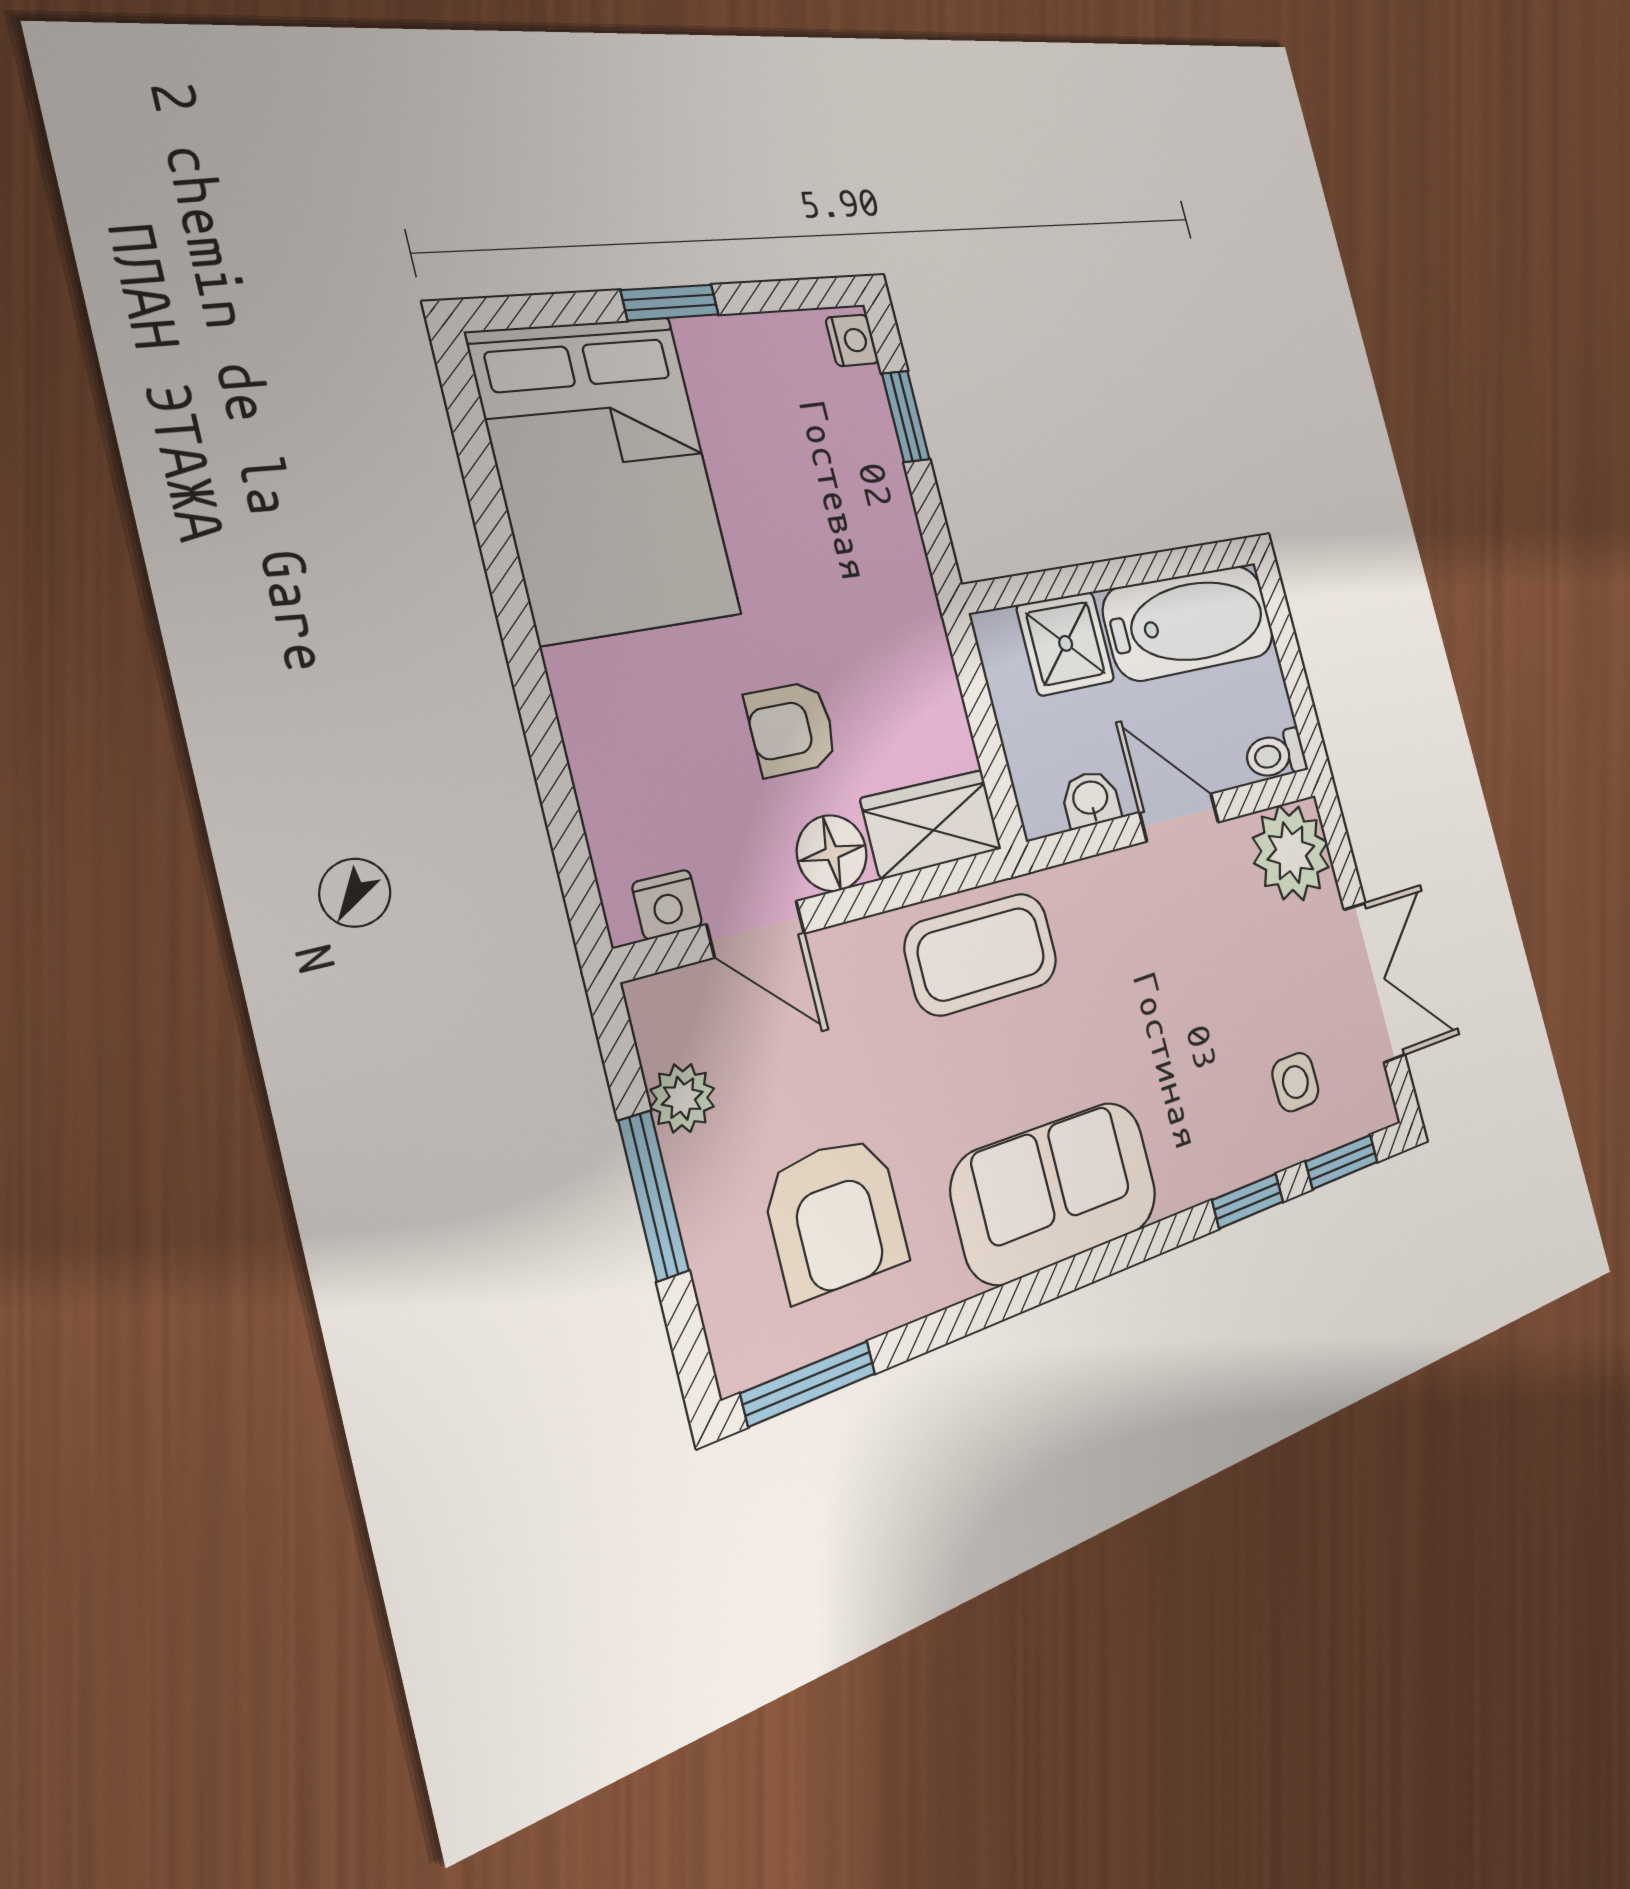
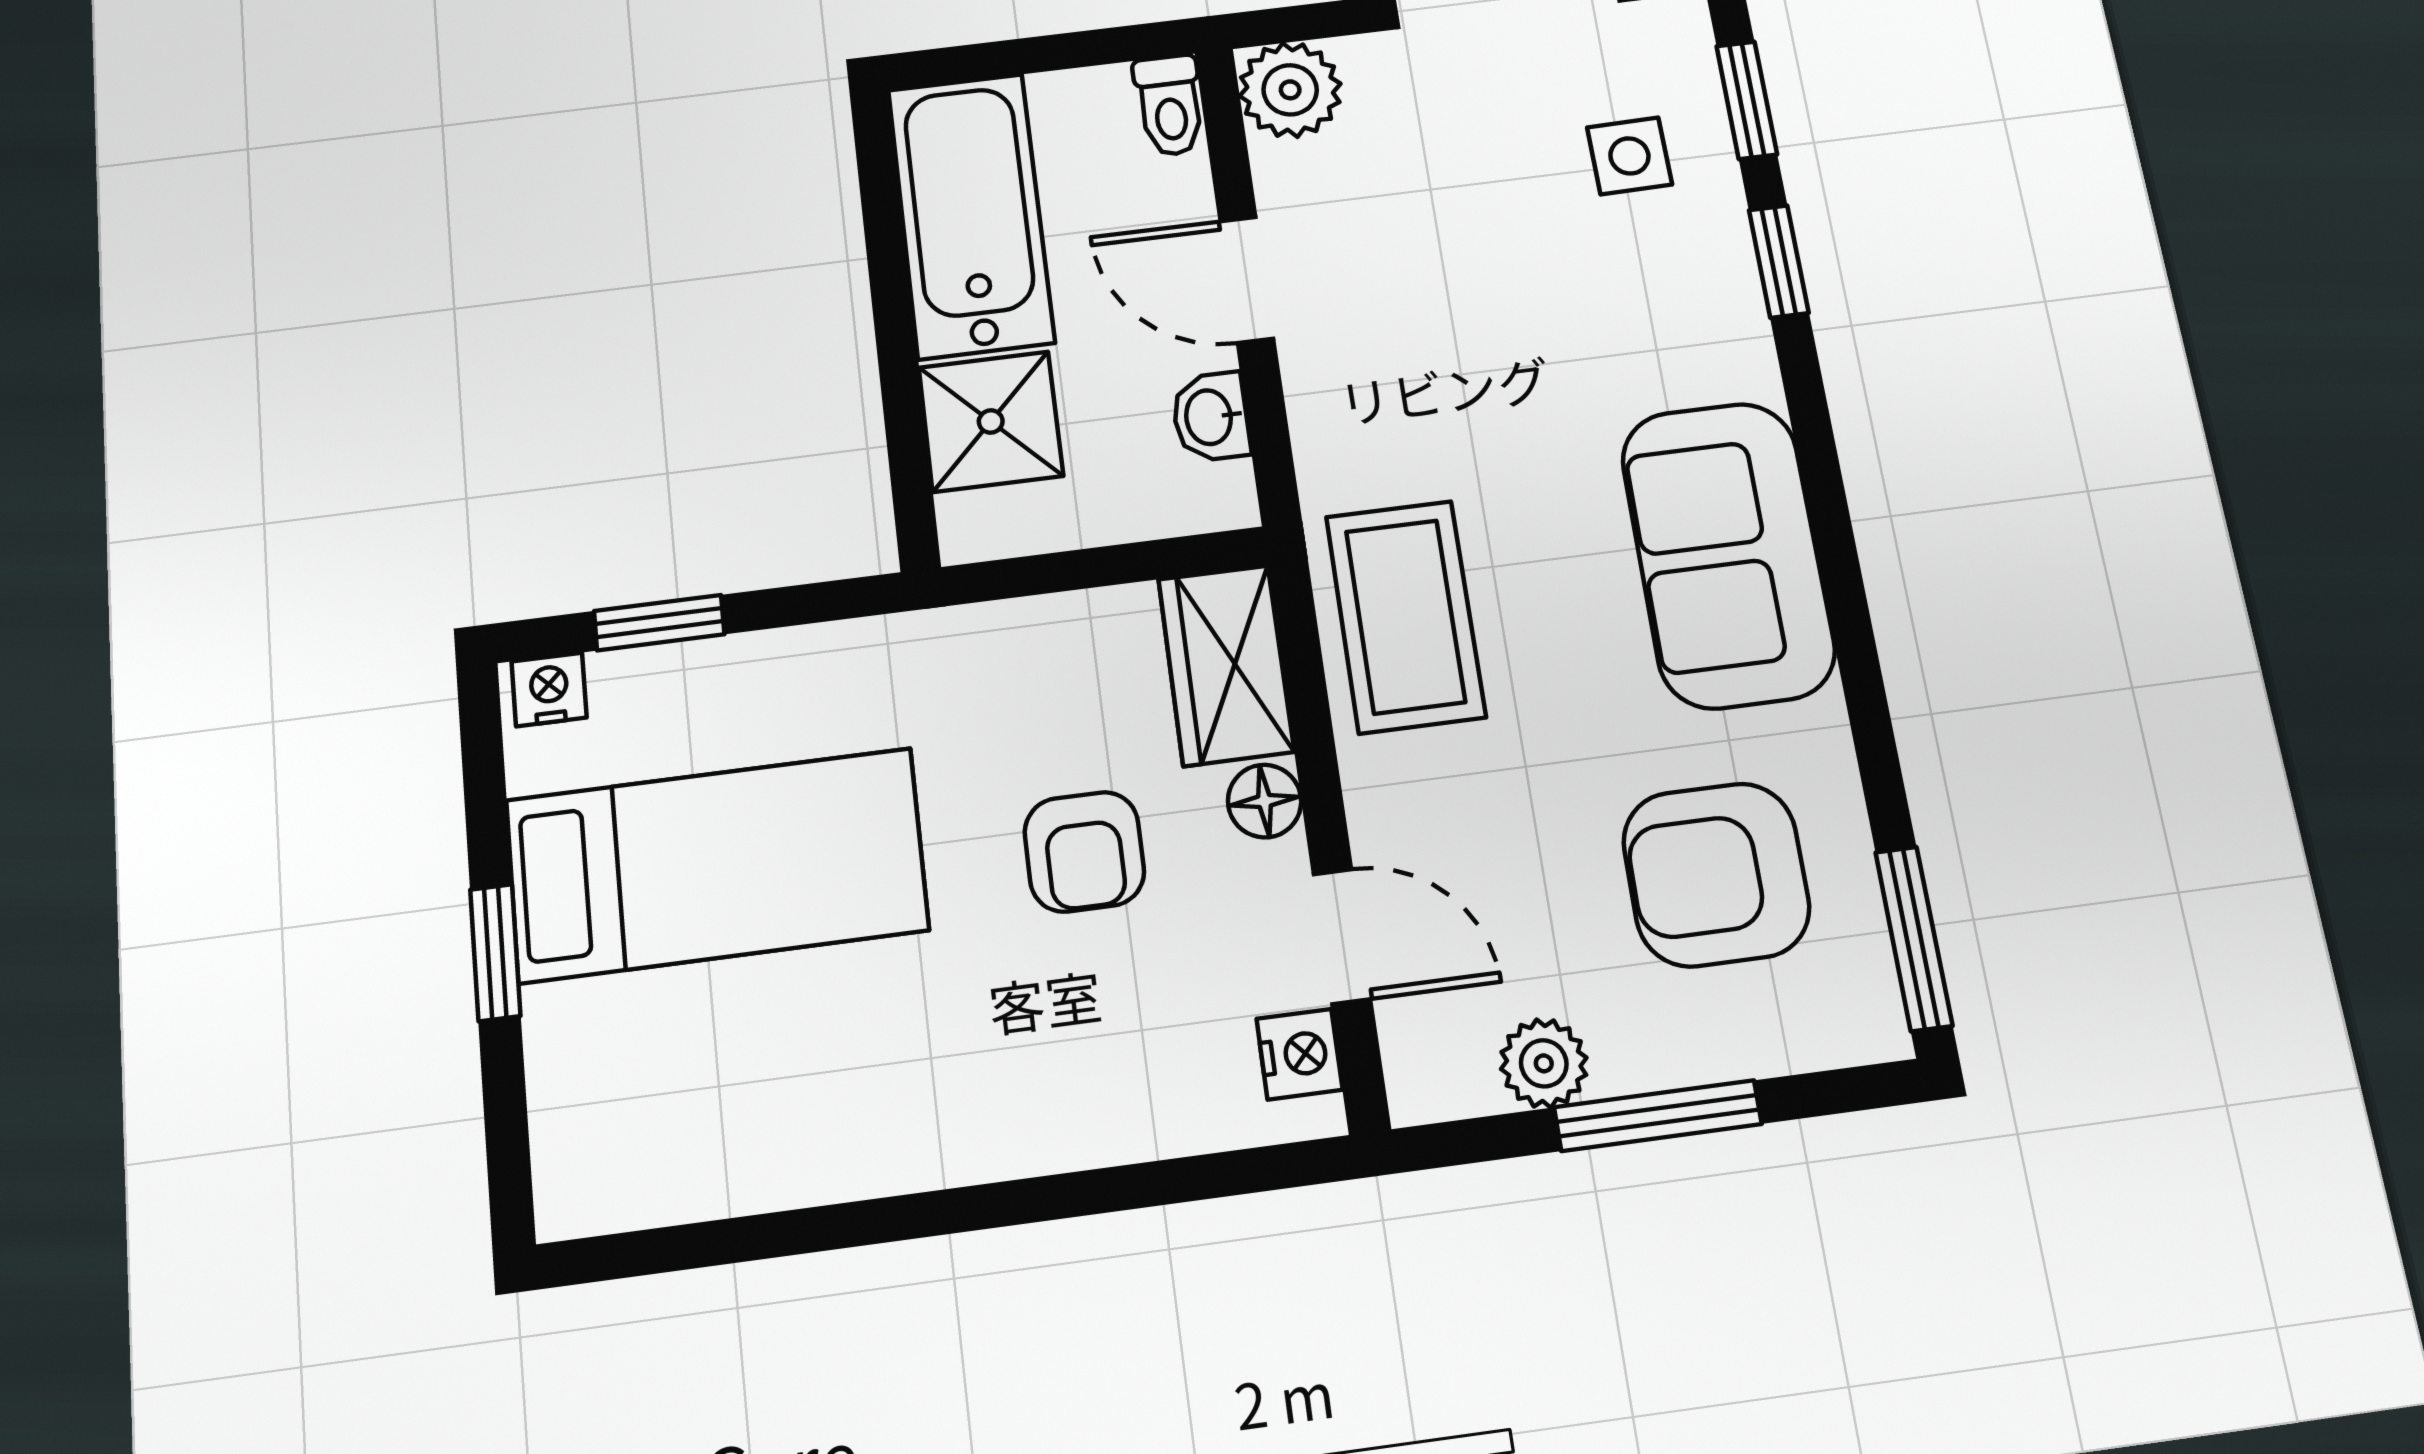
bed: (606, 477) -> (717, 865), moved, width x0.67
door: (1179, 817) -> (1247, 280), hinge flipped
floor lamp: (832, 853) -> (1265, 801), width x0.73, depth x0.73
plant: (1291, 853) -> (1290, 90), width x0.73, depth x0.73
door: (756, 929) -> (1342, 936), hinge flipped
armchair: (835, 1216) -> (1716, 875), turned 180

